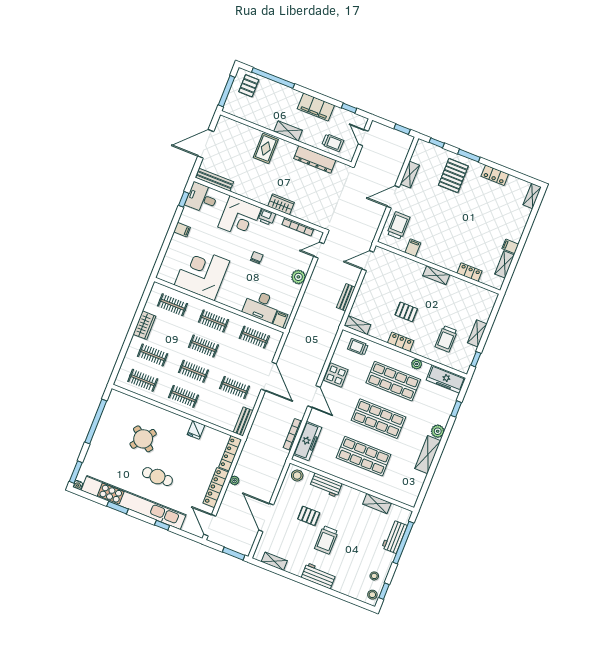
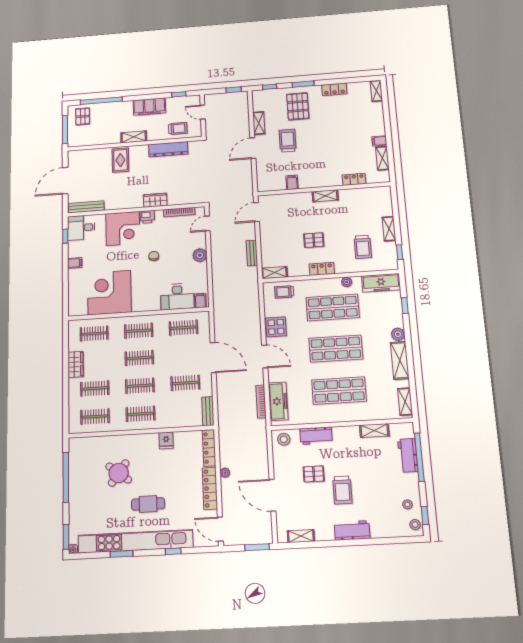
trolley: (398, 226) -> (288, 141), moved
shelving: (415, 491) -> (405, 402), added

